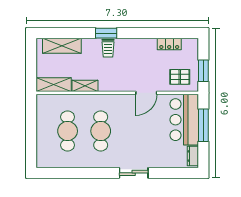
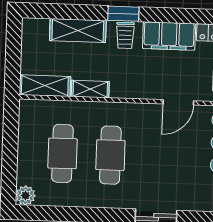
shelving: (62, 46) -> (78, 31), moved
filing cabinet: (138, 47) -> (169, 36), added
plant: (43, 161) -> (26, 195), added

